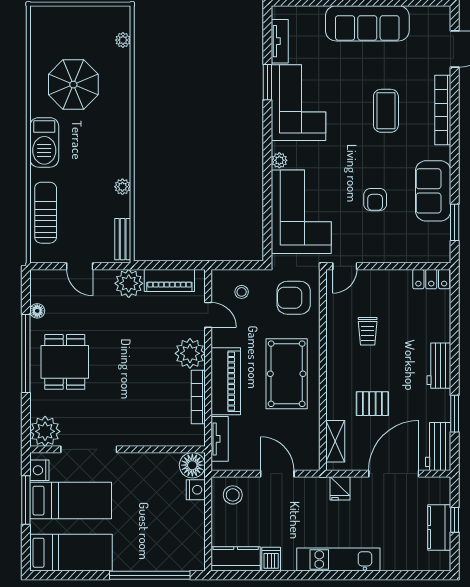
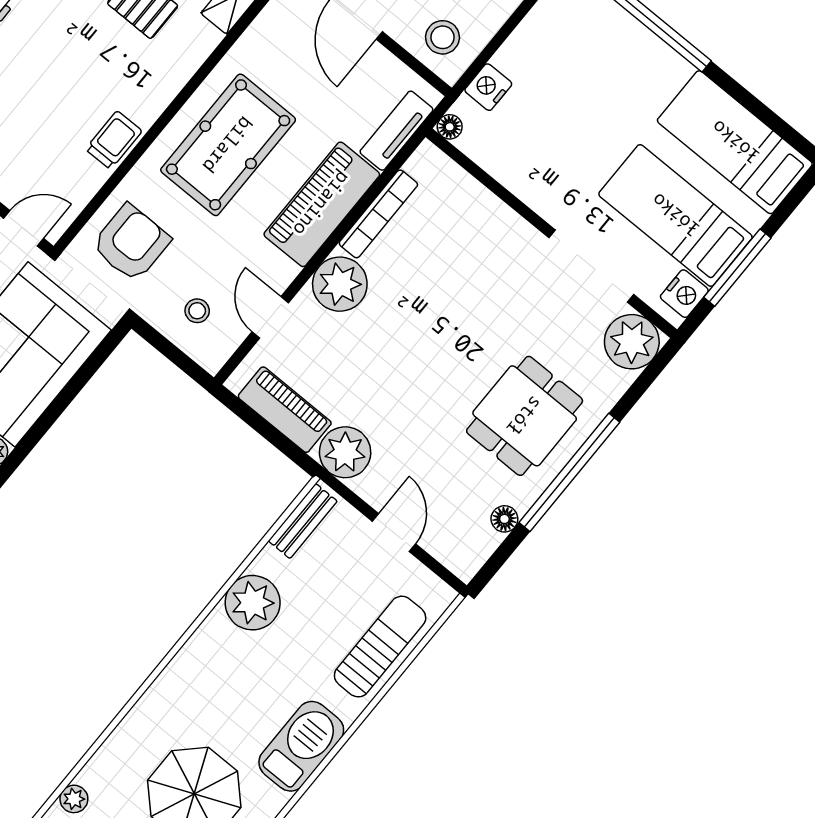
plant: (122, 187) -> (253, 603), width x1.87, depth x1.87
sun lounger: (46, 213) -> (380, 647), turned 180
armchair: (294, 298) -> (131, 243), turned -90
trolley: (368, 331) -> (114, 140), moved
floor lamp: (192, 465) -> (450, 127), width x0.53, depth x0.53

